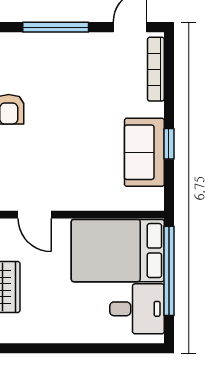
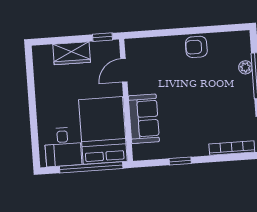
plant: (43, 42) -> (245, 67), added
sofa: (144, 152) -> (144, 119), moved, turned 90

